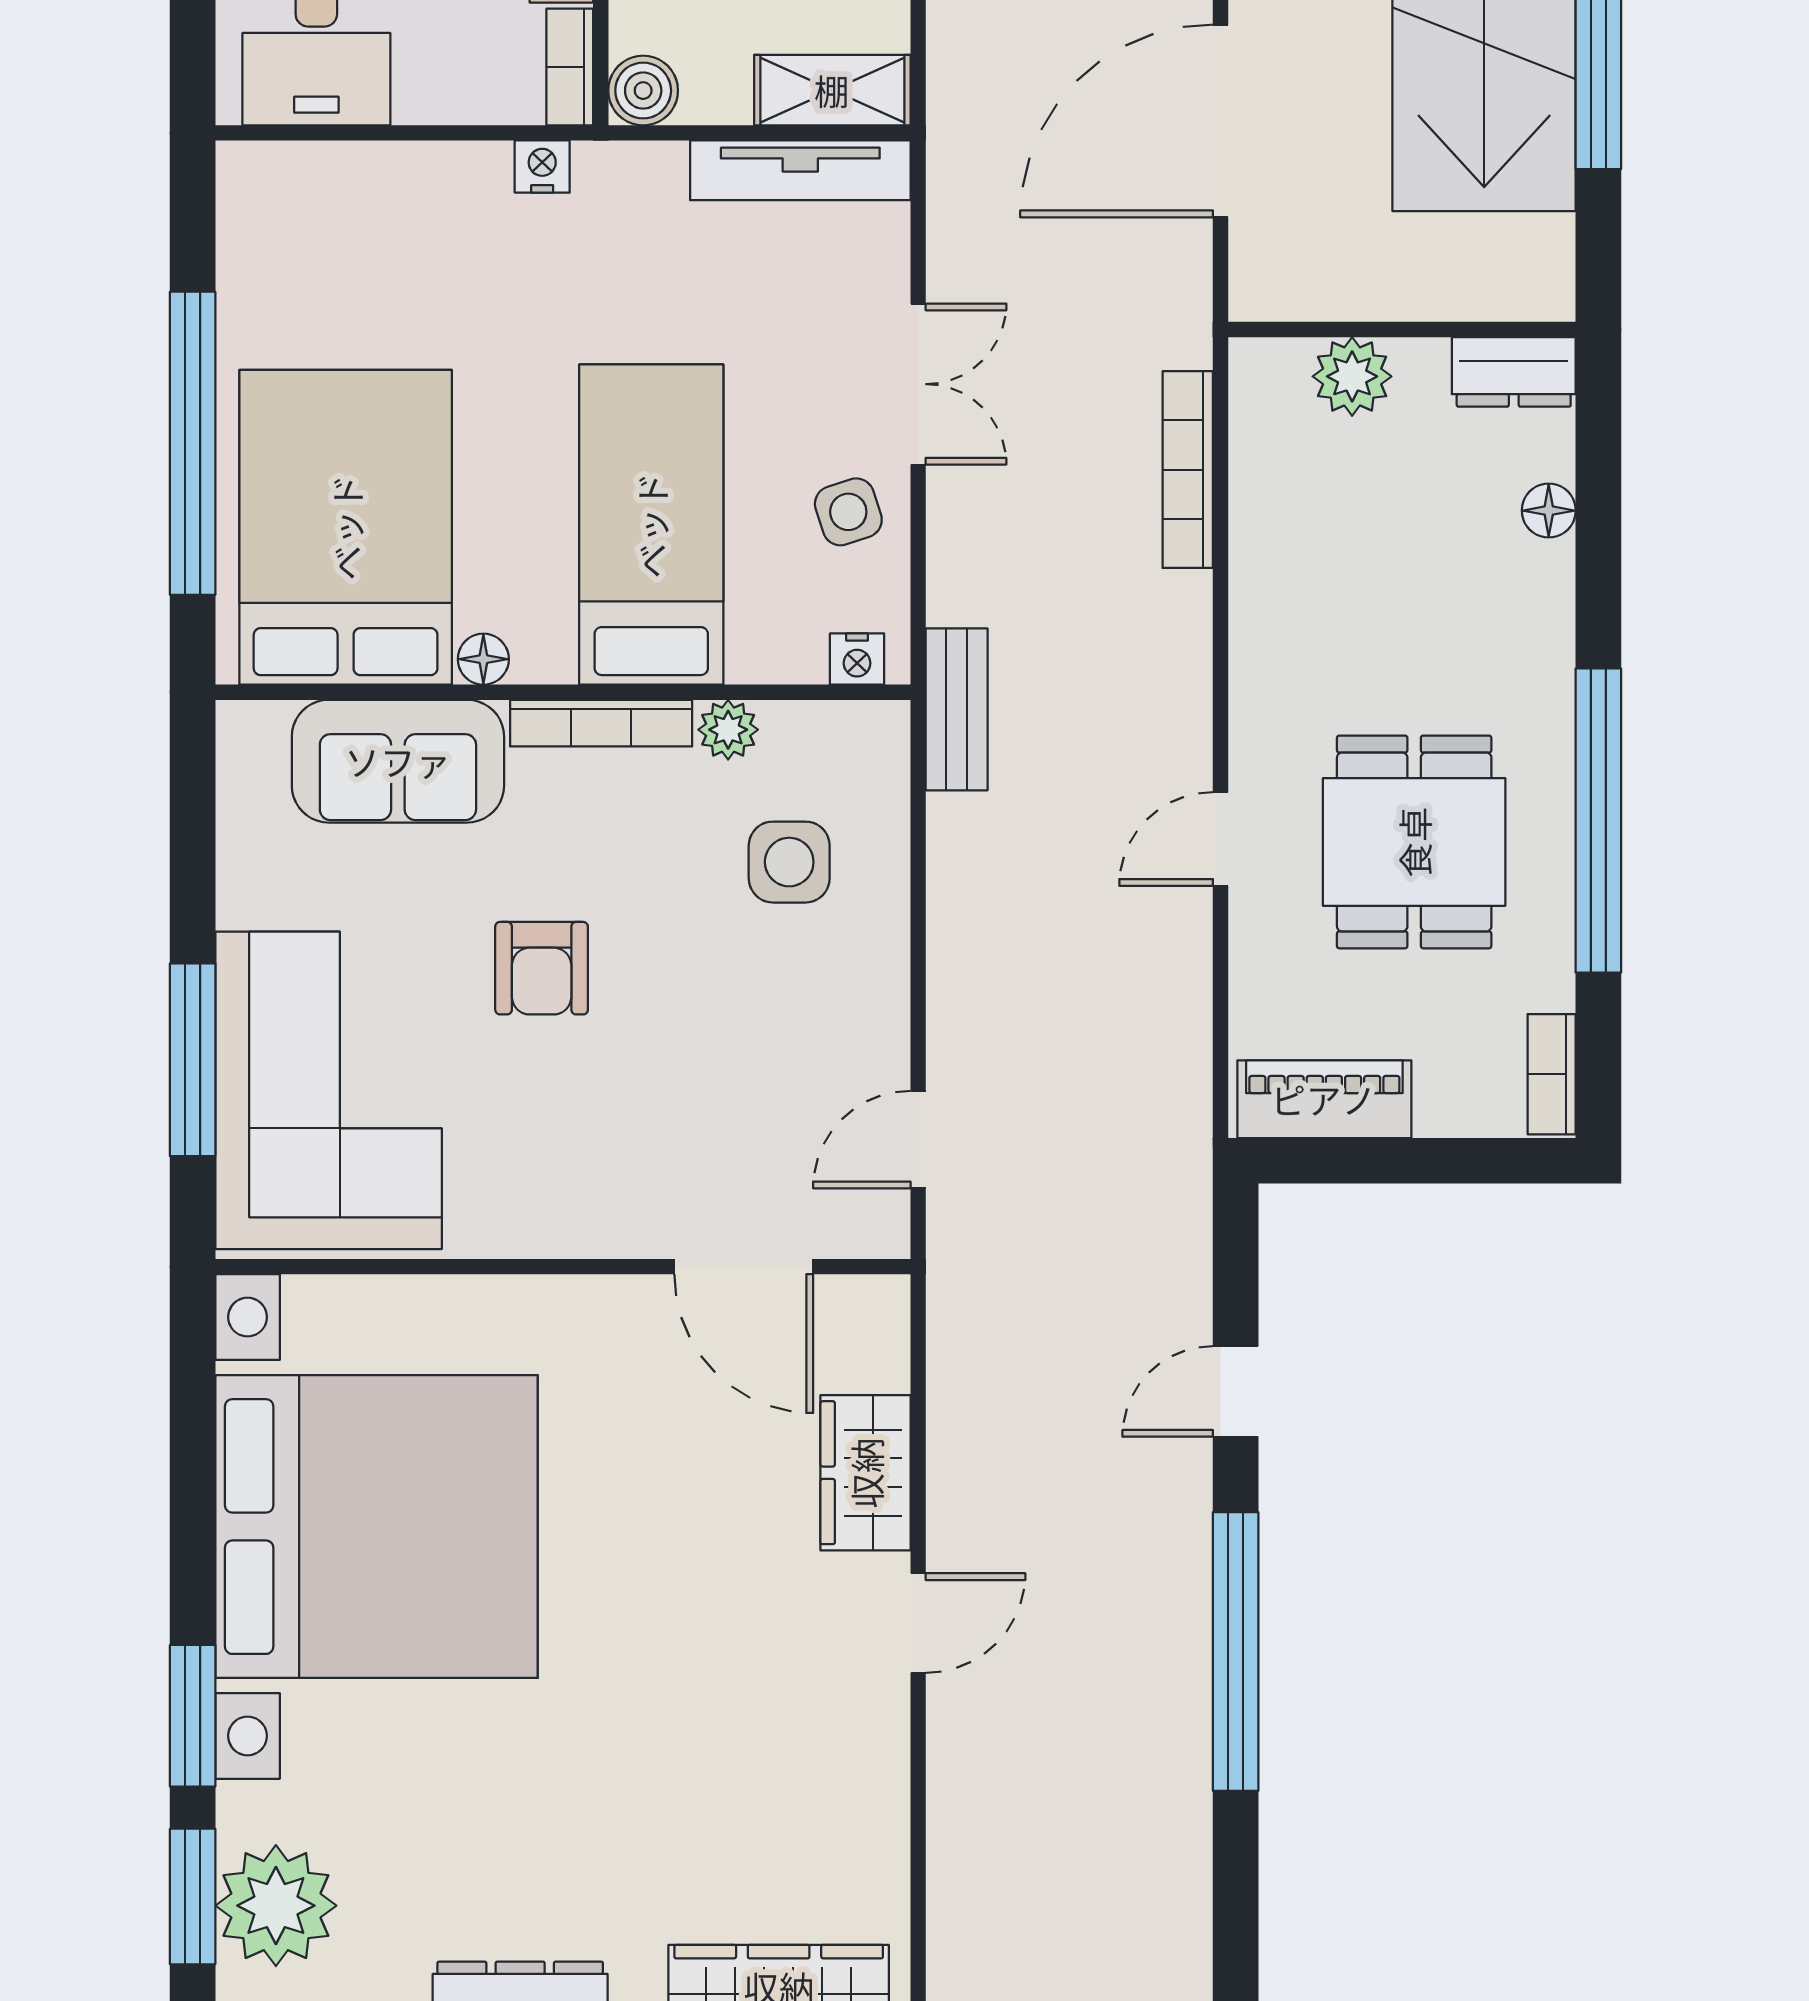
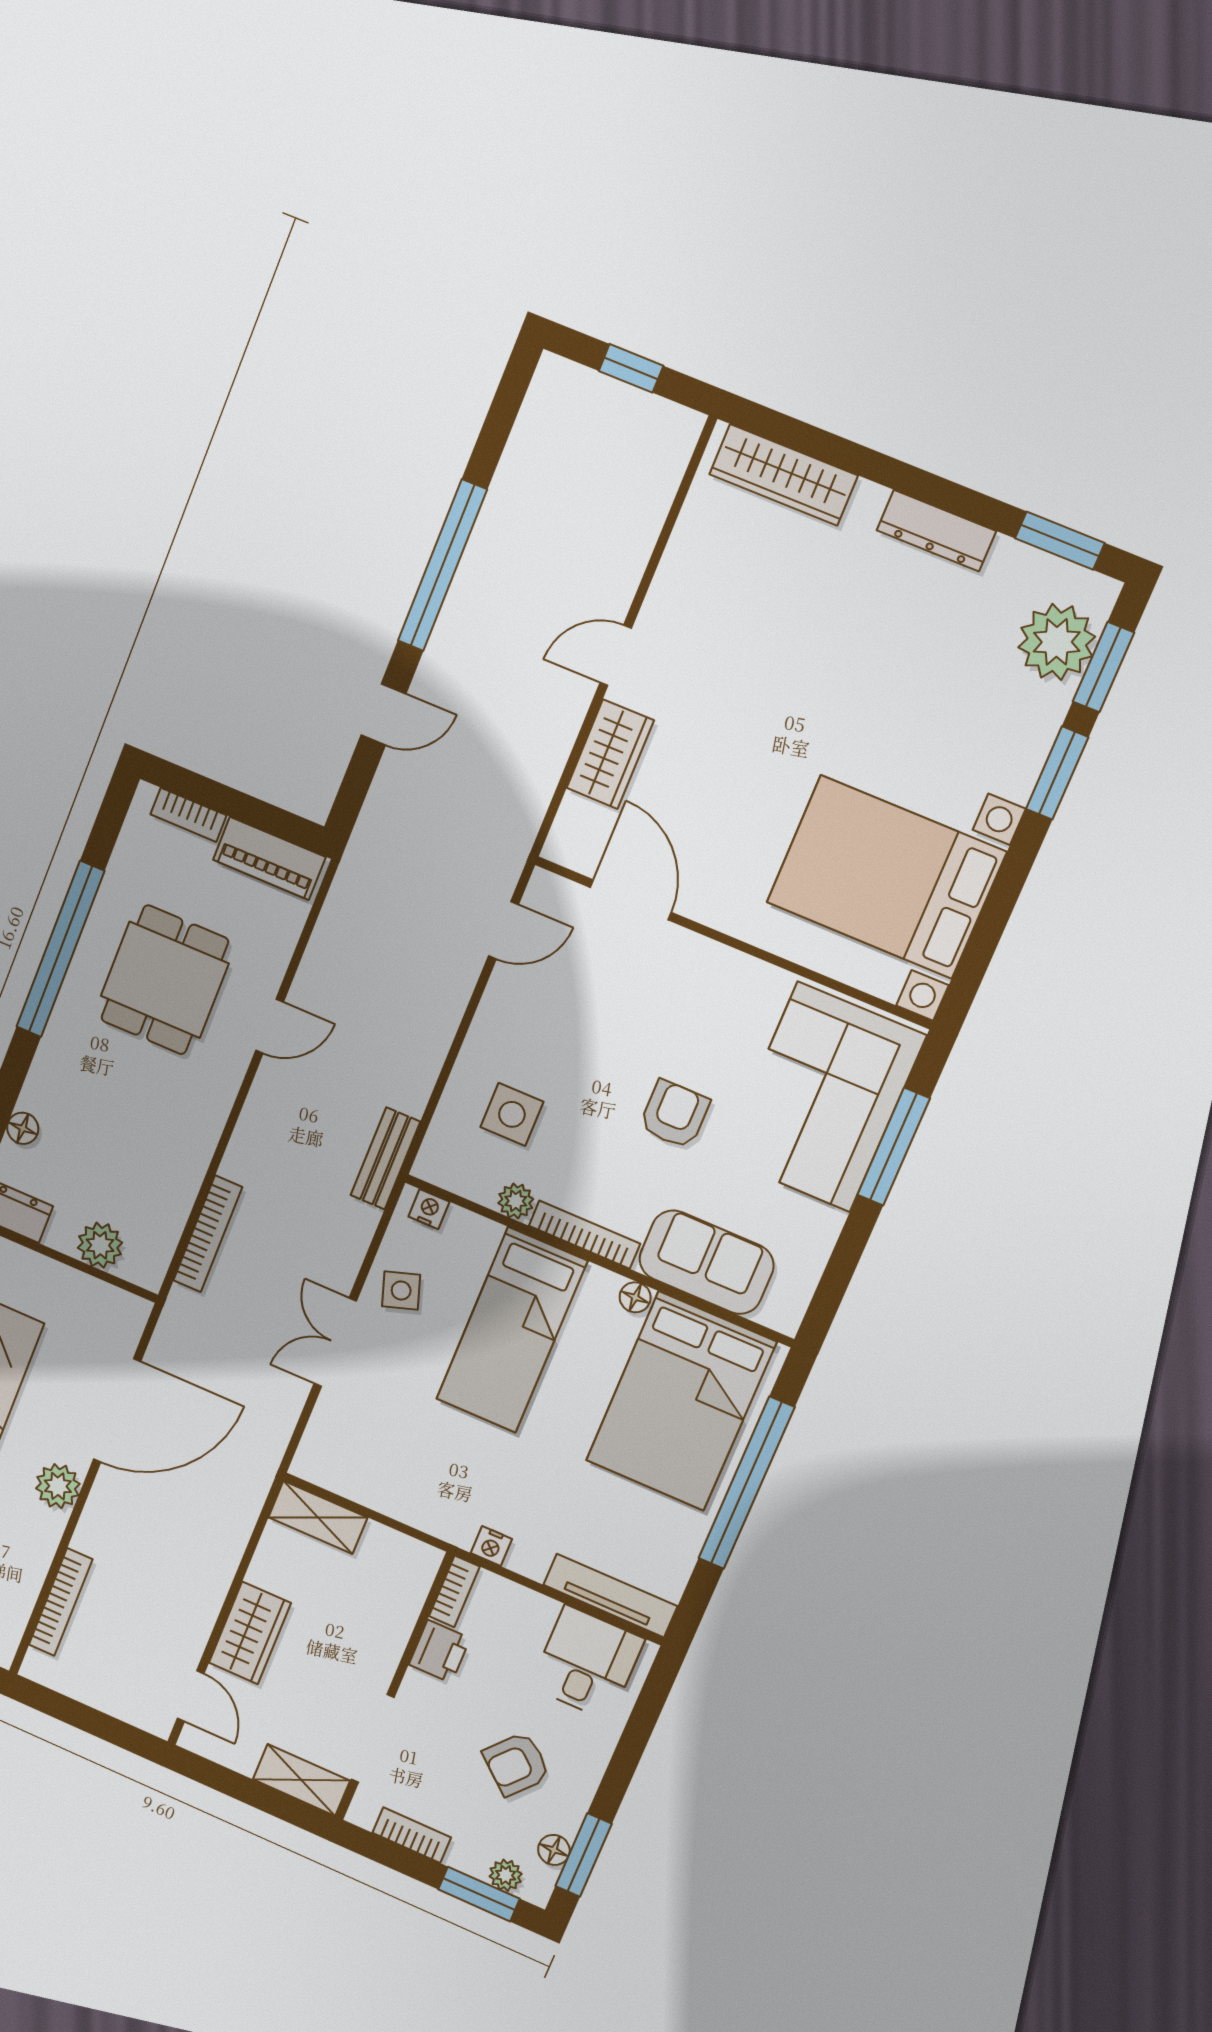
boiler: (643, 91) -> (420, 1562), removed
tv unit: (800, 170) -> (610, 1596), moved
bookcase: (1552, 1074) -> (188, 815), moved, turned 90
bed with nightstands: (377, 1527) -> (886, 877), width x0.73

